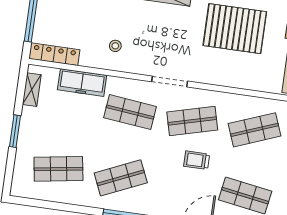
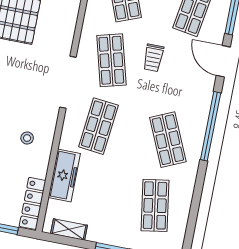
doorway: (170, 81) -> (68, 82), width x1.36

